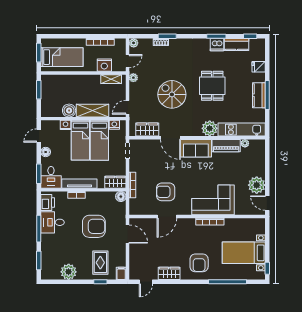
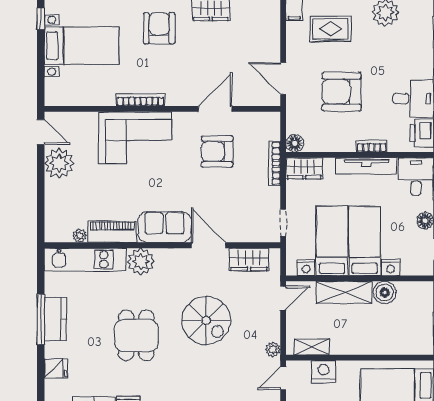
armchair: (166, 192) -> (217, 151), turned 180
rug: (100, 263) -> (330, 29), turned 90

